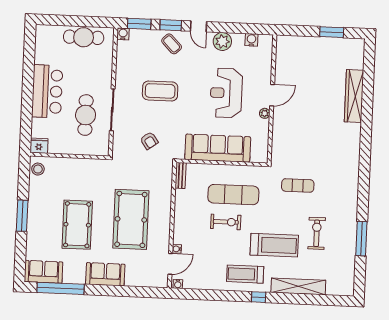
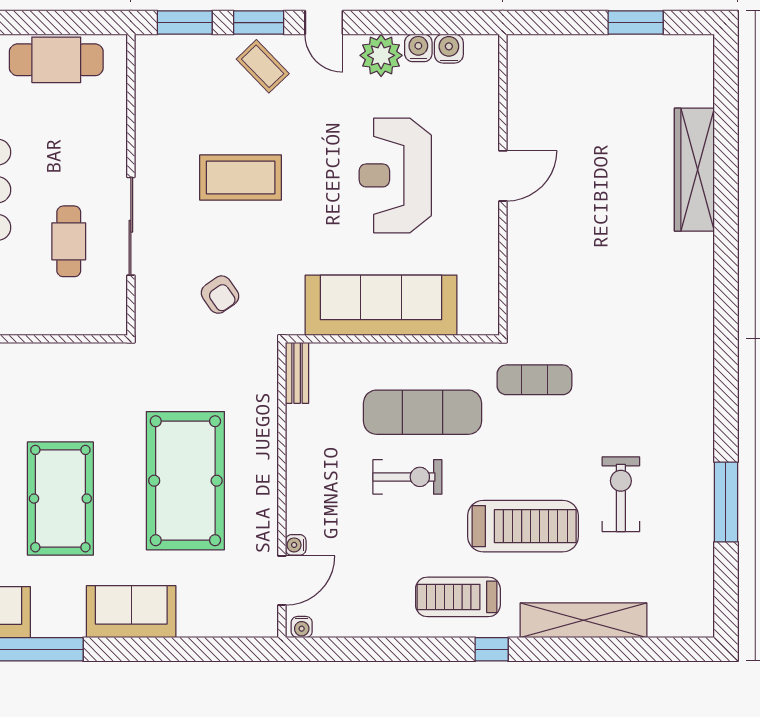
water cooler: (123, 34) -> (418, 48), moved
plant: (265, 113) -> (487, 219), removed
cafe table: (86, 115) -> (69, 241), width x0.73, depth x0.74
exercise mat: (298, 185) -> (534, 380), moved

